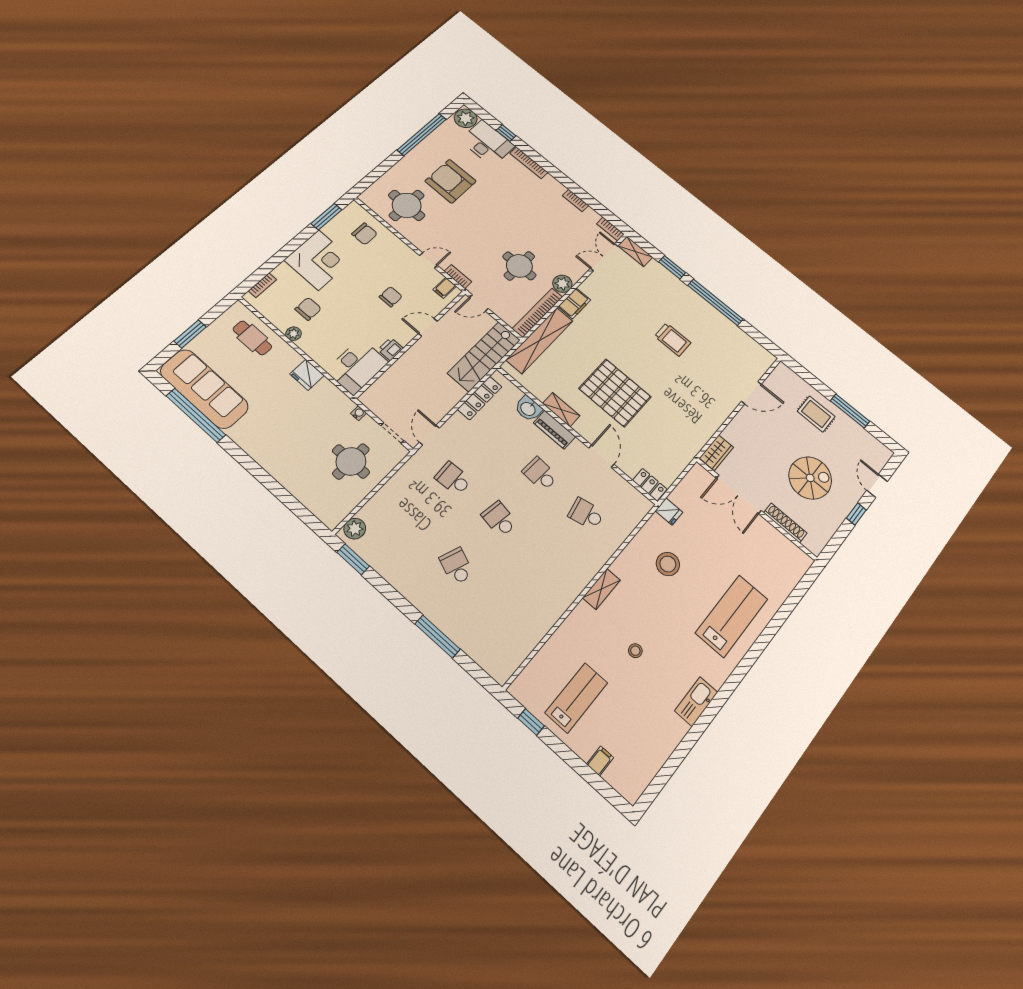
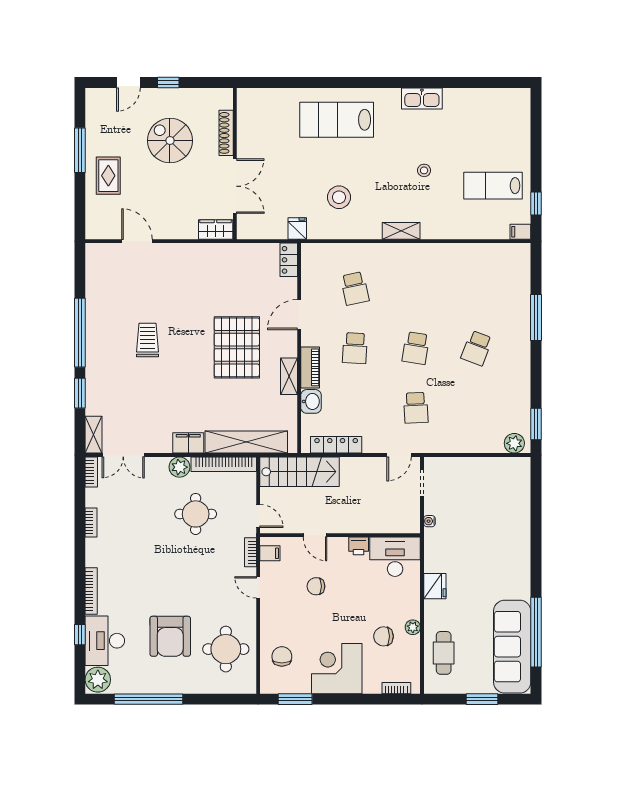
round table: (351, 461) -> (470, 492), removed
filing cabinet: (600, 761) -> (520, 232), moved

